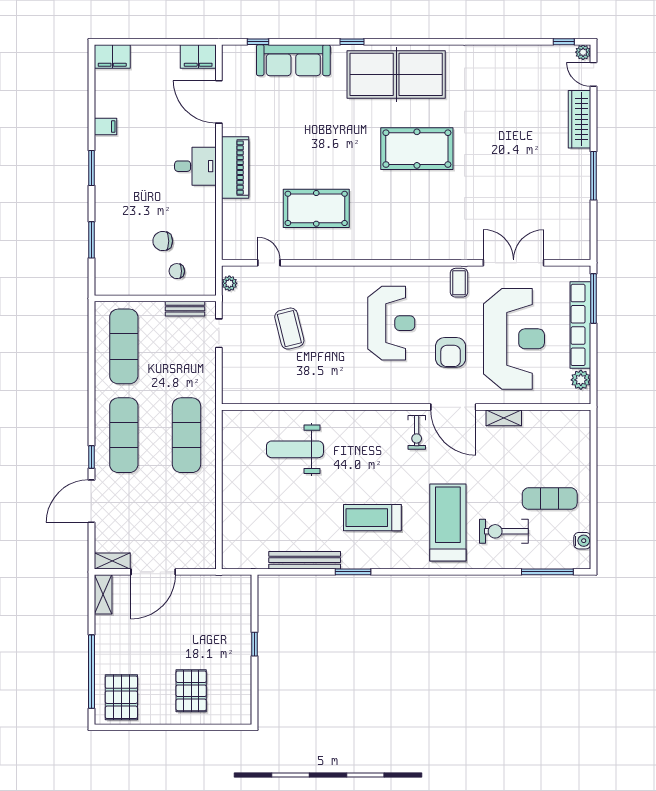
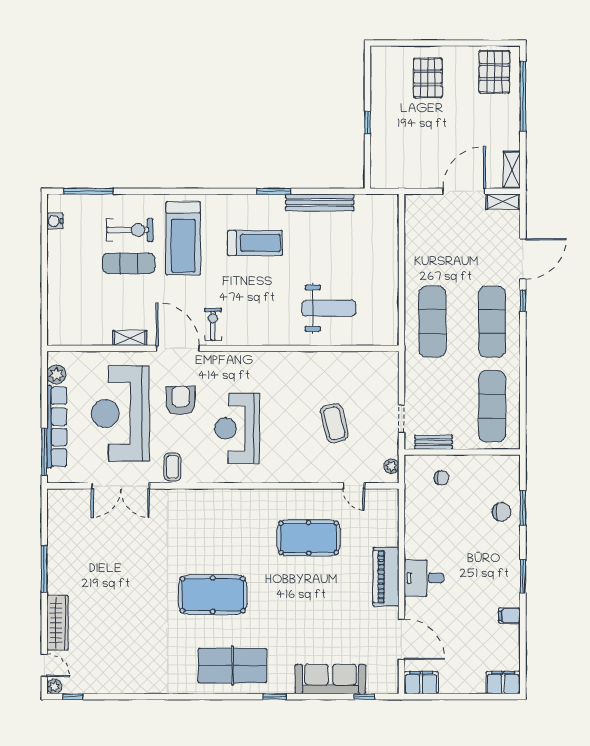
table tennis table: (396, 74) -> (232, 665), width x0.73, depth x0.76
chair: (163, 241) -> (502, 512), moved
exercise mat: (550, 499) -> (129, 263), moved

